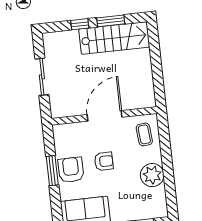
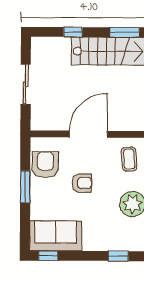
window: (111, 21) -> (125, 32), moved
armchair: (71, 170) -> (45, 165), moved

